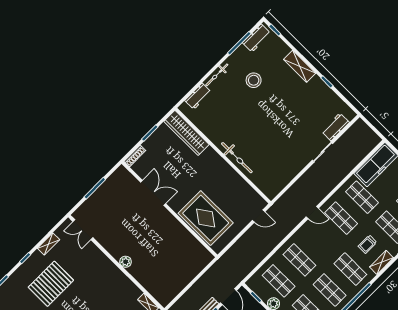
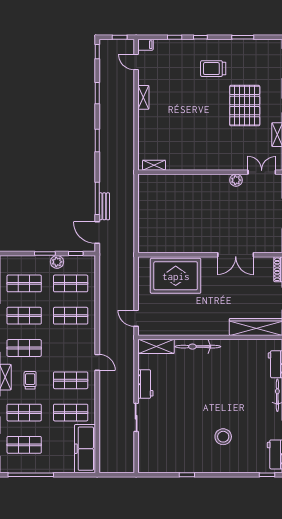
shelving: (300, 66) -> (156, 346), moved
stool: (254, 80) -> (223, 437), moved
workbench: (335, 127) -> (145, 384), moved
door: (312, 213) -> (97, 362), swing flipped
door: (259, 216) -> (136, 318), hinge flipped
plant: (126, 262) -> (236, 180), moved

